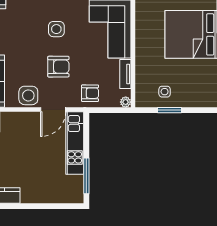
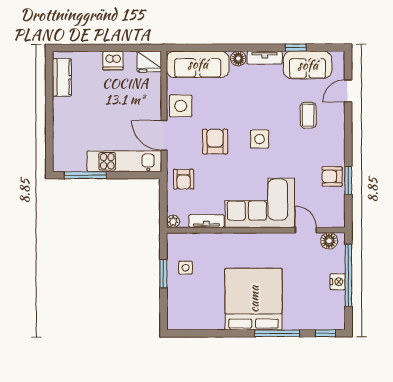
armchair: (58, 67) -> (215, 142), turned 180

